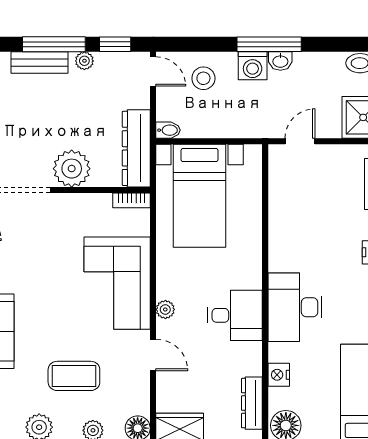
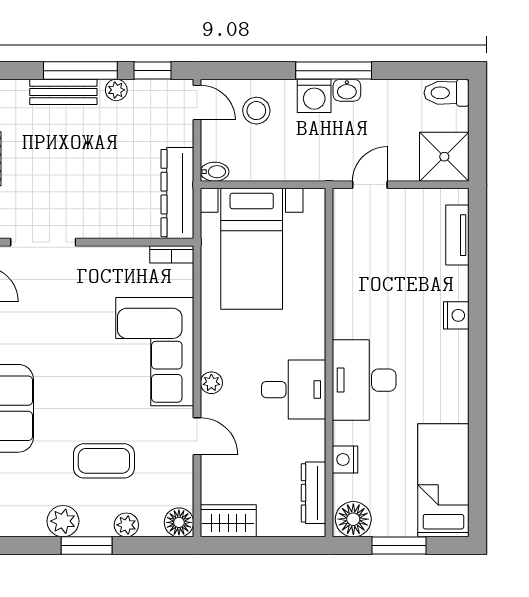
plant: (72, 169) -> (101, 217), removed

